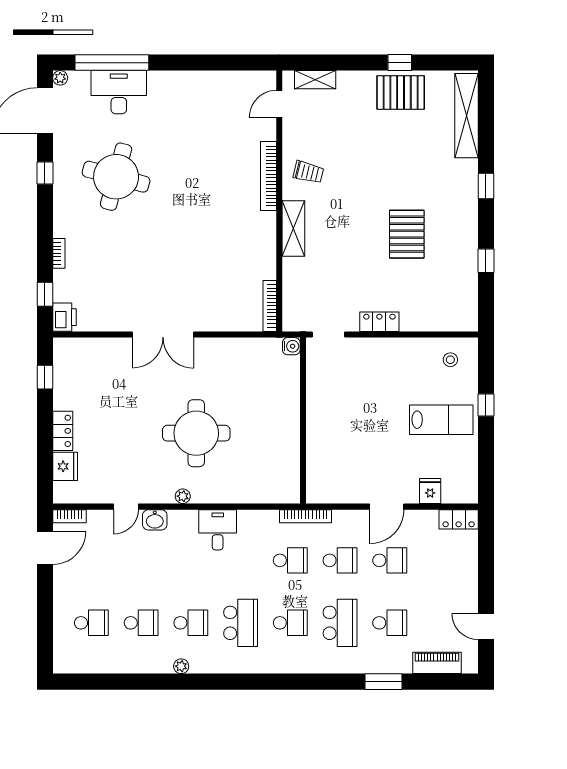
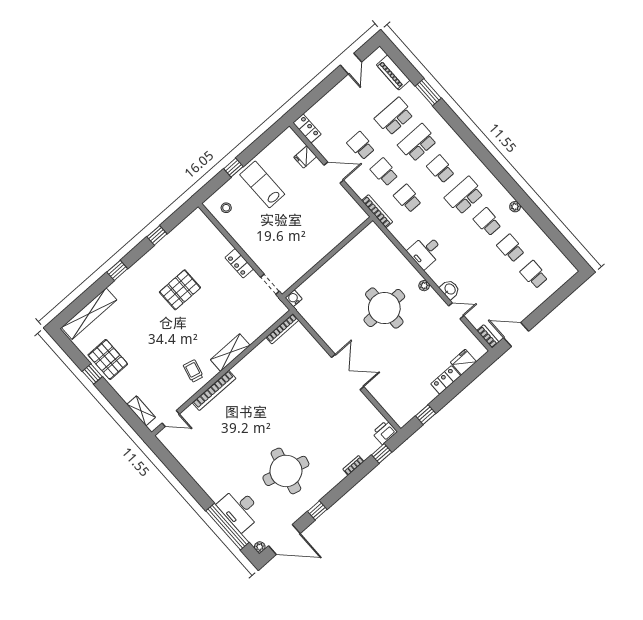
school desk: (390, 623) -> (394, 116), width x1.85

